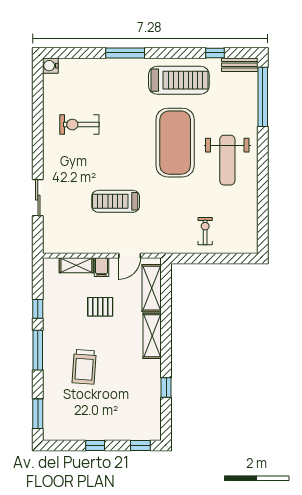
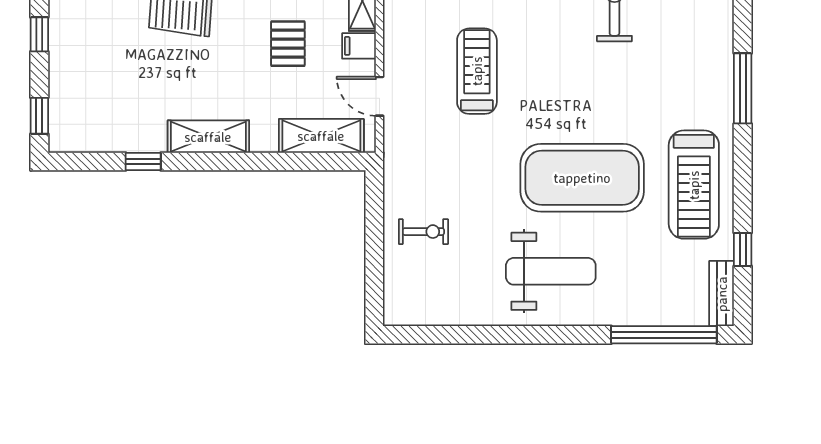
weight bench: (227, 160) -> (551, 271), turned 180
shelving: (152, 336) -> (208, 137), moved

